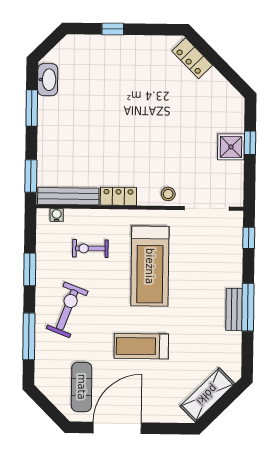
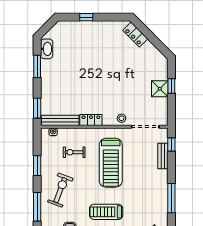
window: (248, 307) -> (171, 198), moved
bench: (234, 310) -> (163, 156), moved

